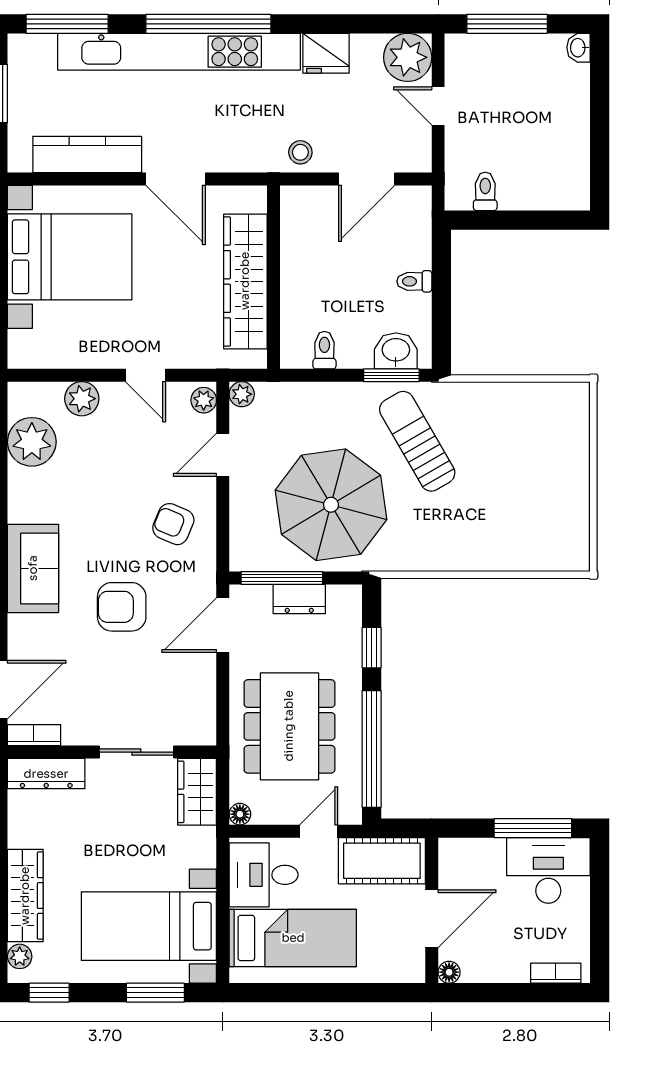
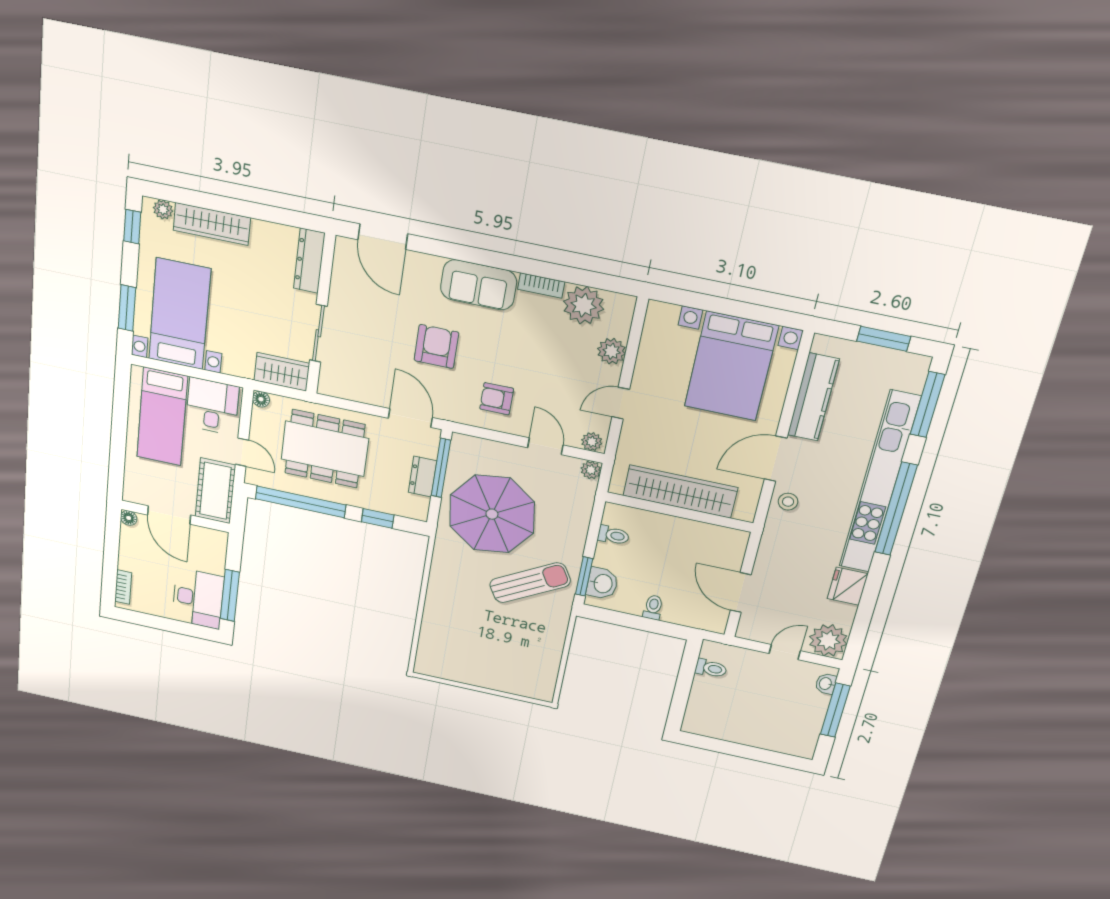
washbasin: (578, 48) -> (826, 684), moved, turned -90
stool: (300, 152) -> (788, 502), moved
armchair: (173, 524) -> (497, 399), turned -113
bookcase: (34, 735) -> (541, 285), moved, turned 90

